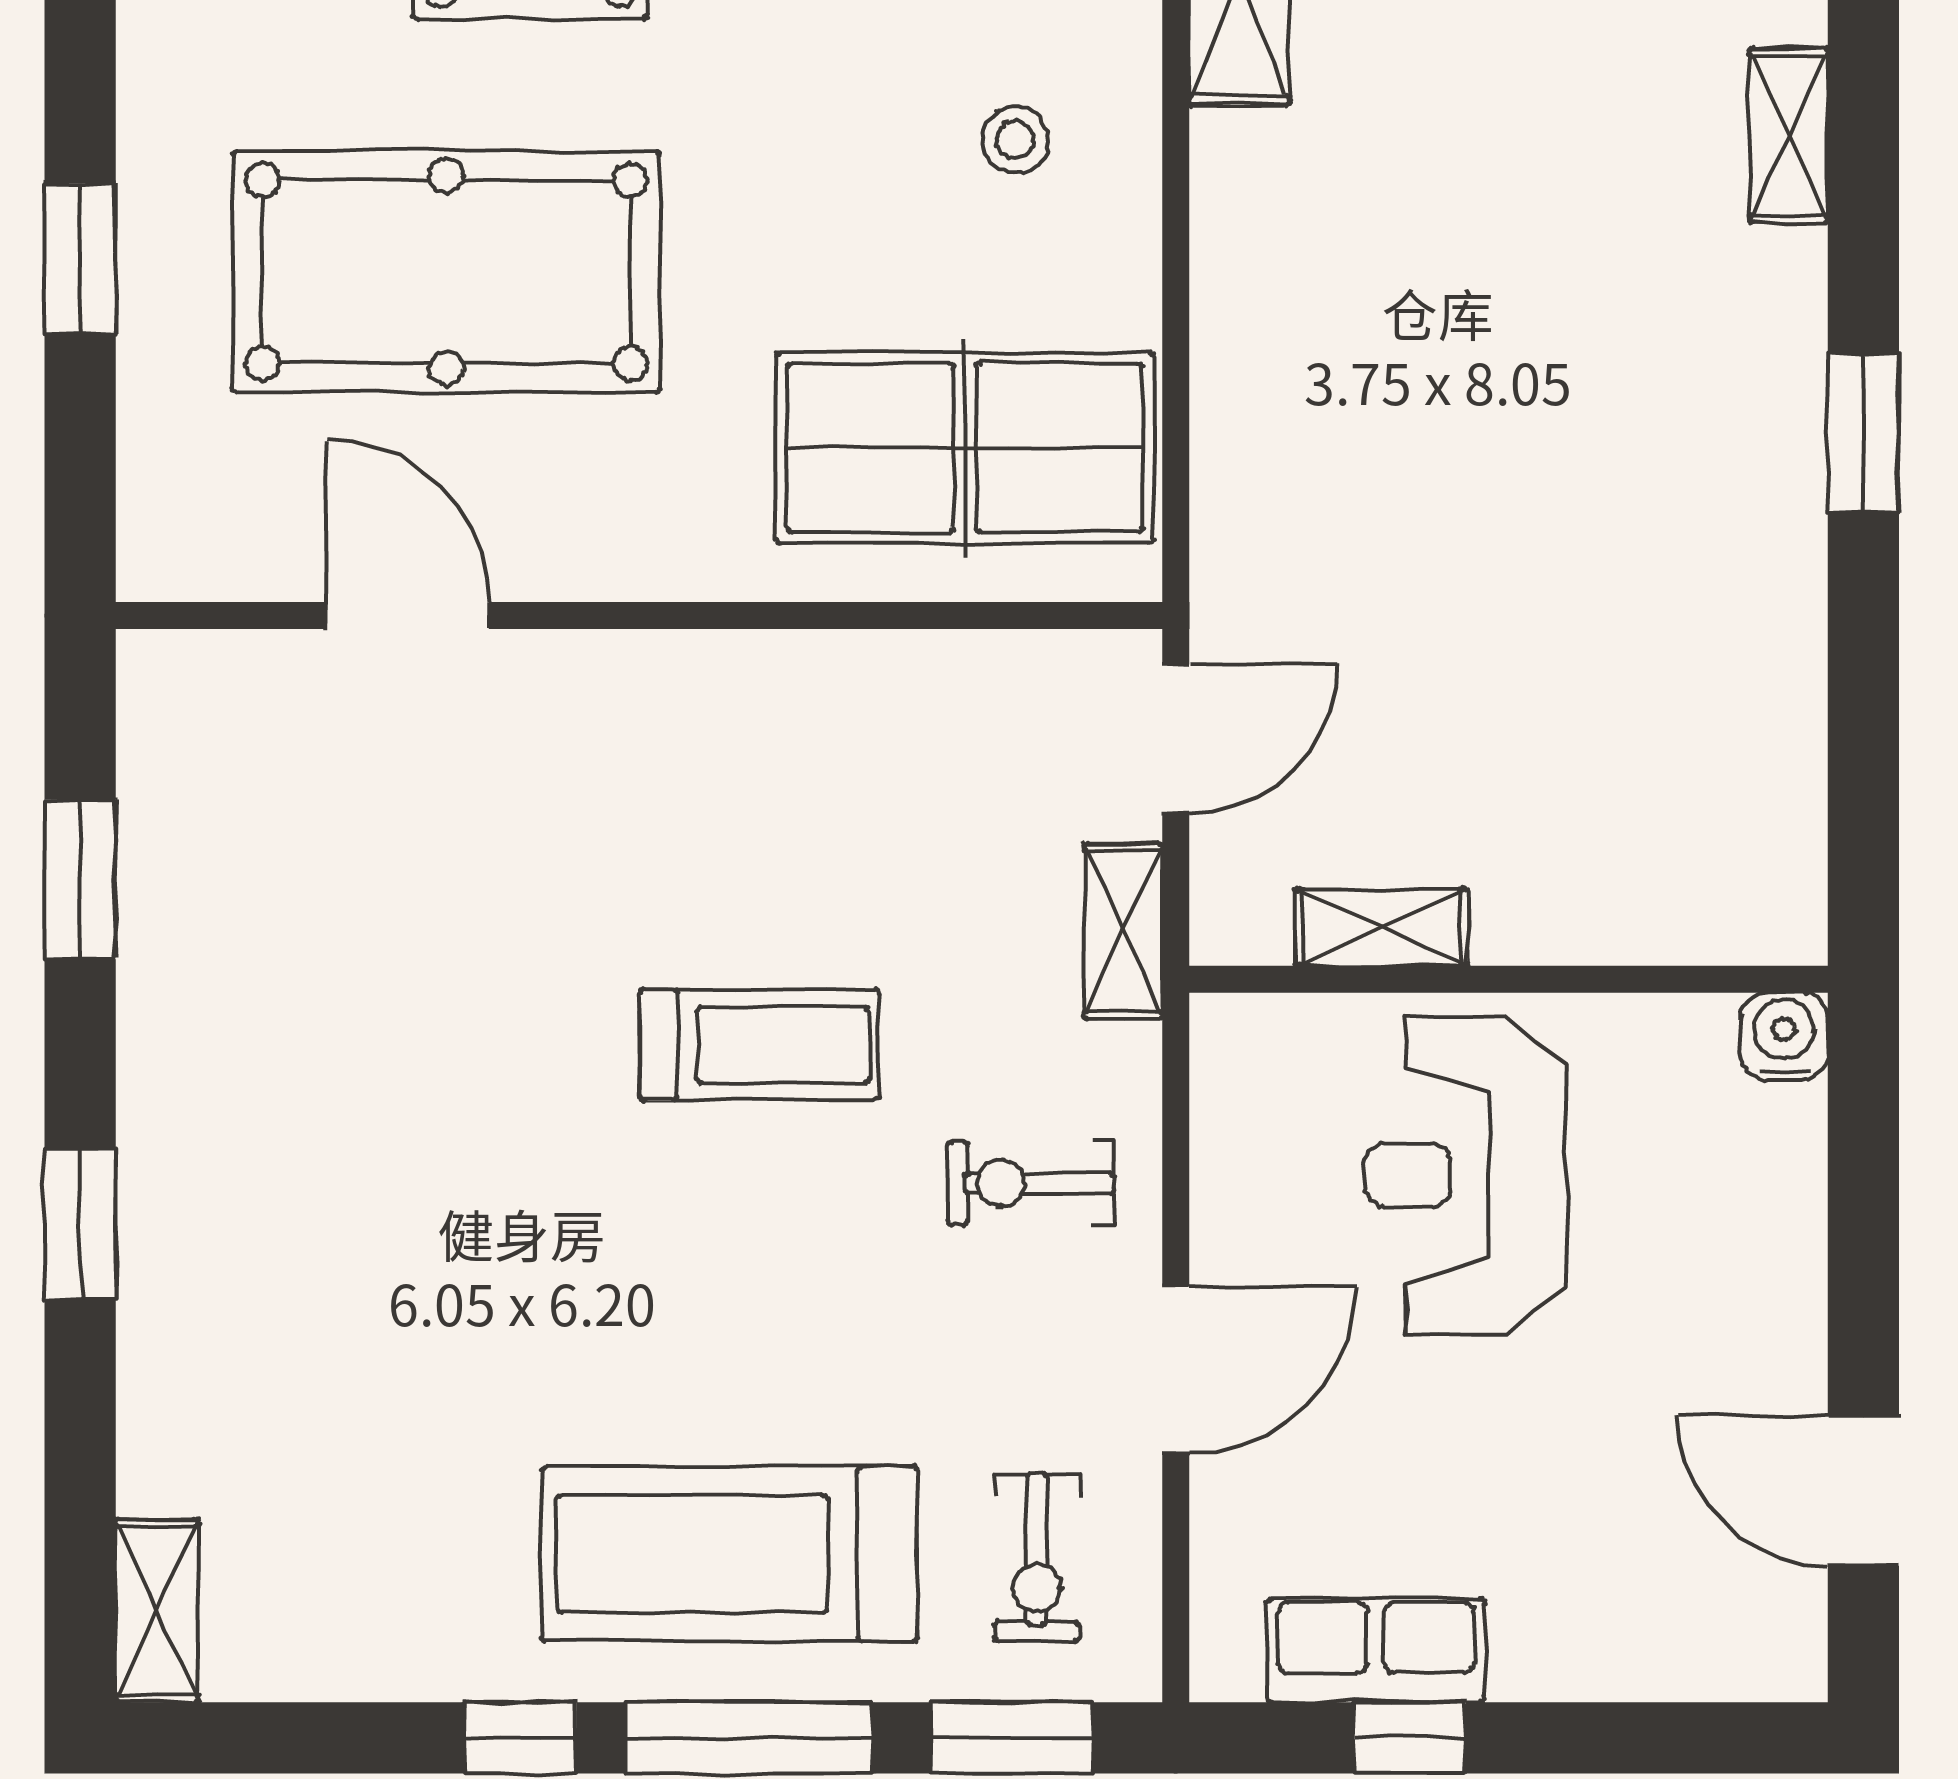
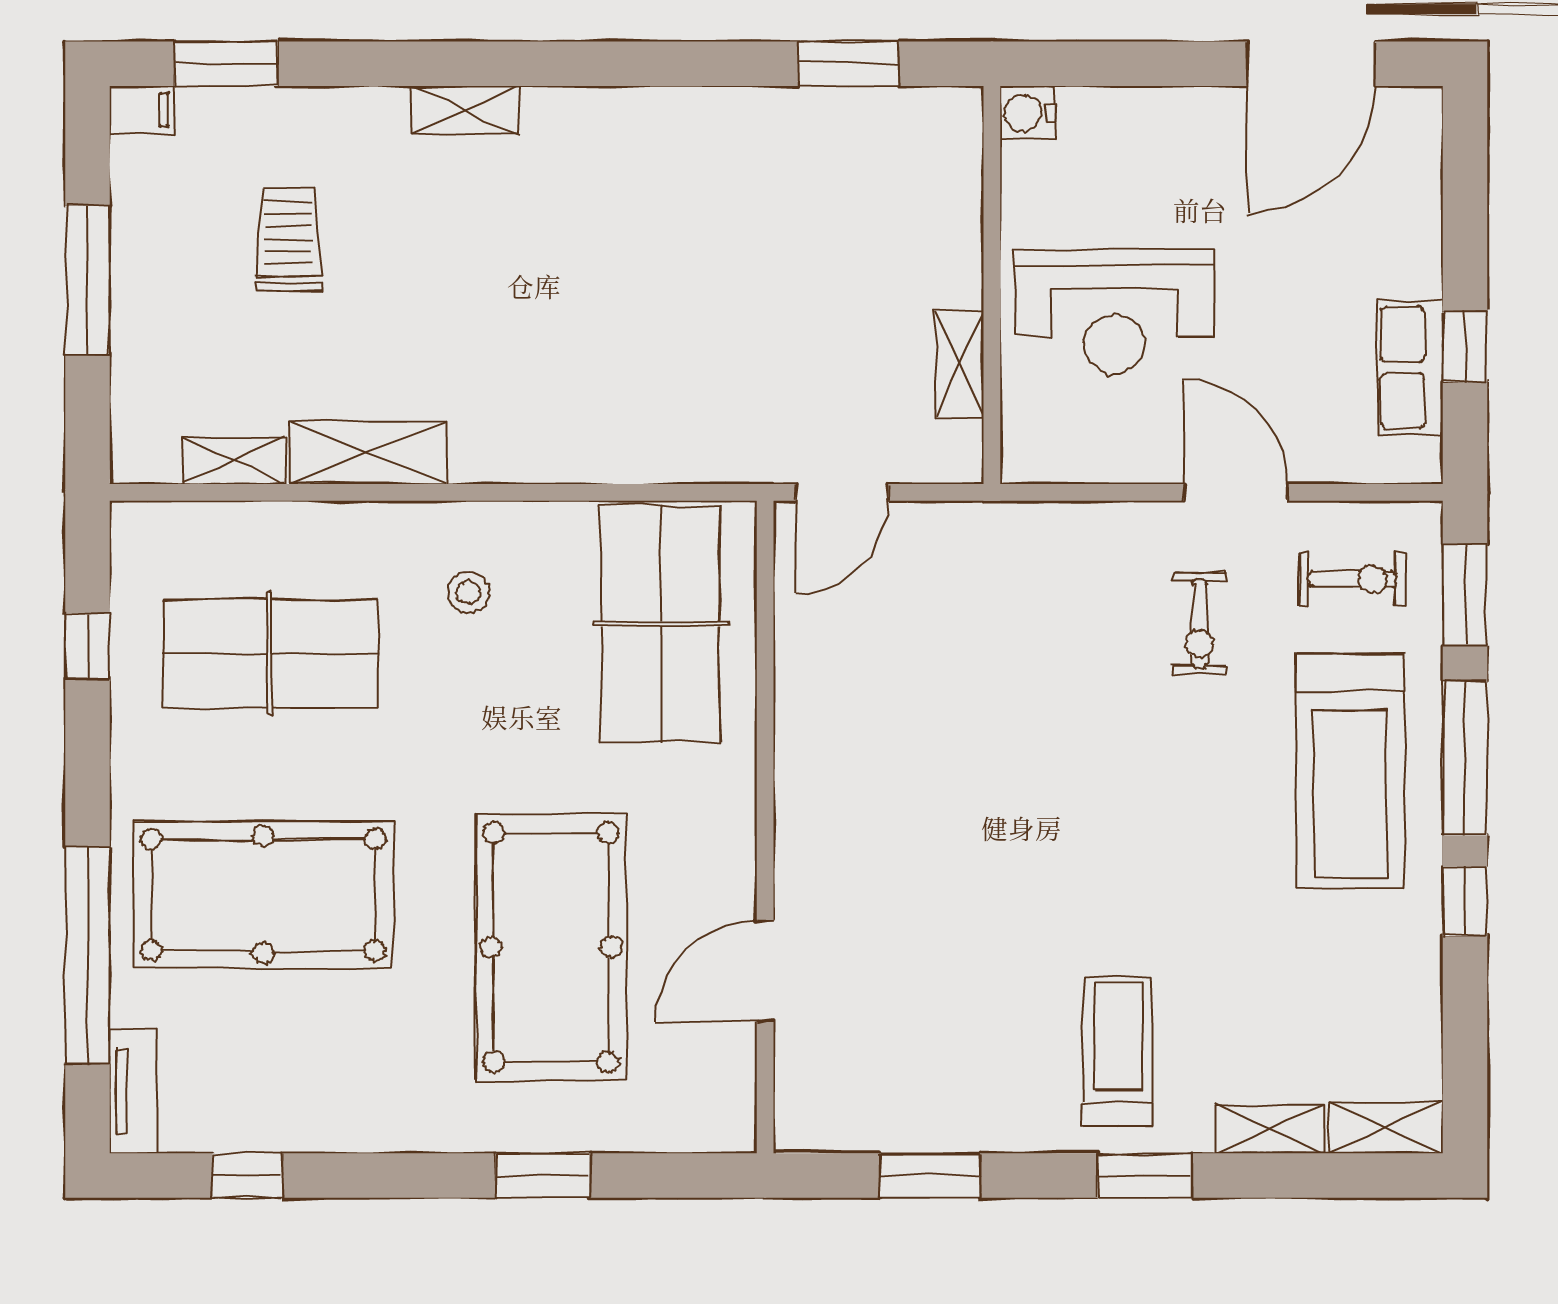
window: (1863, 433) -> (849, 64), moved
door: (1176, 739) -> (842, 492), swing flipped
shelving: (1123, 931) -> (1270, 1129), moved
treadmill: (759, 1045) -> (1118, 1051), moved
exercise bike: (1031, 1183) -> (1199, 624), moved
door: (1863, 1491) -> (1311, 64), width x1.36

